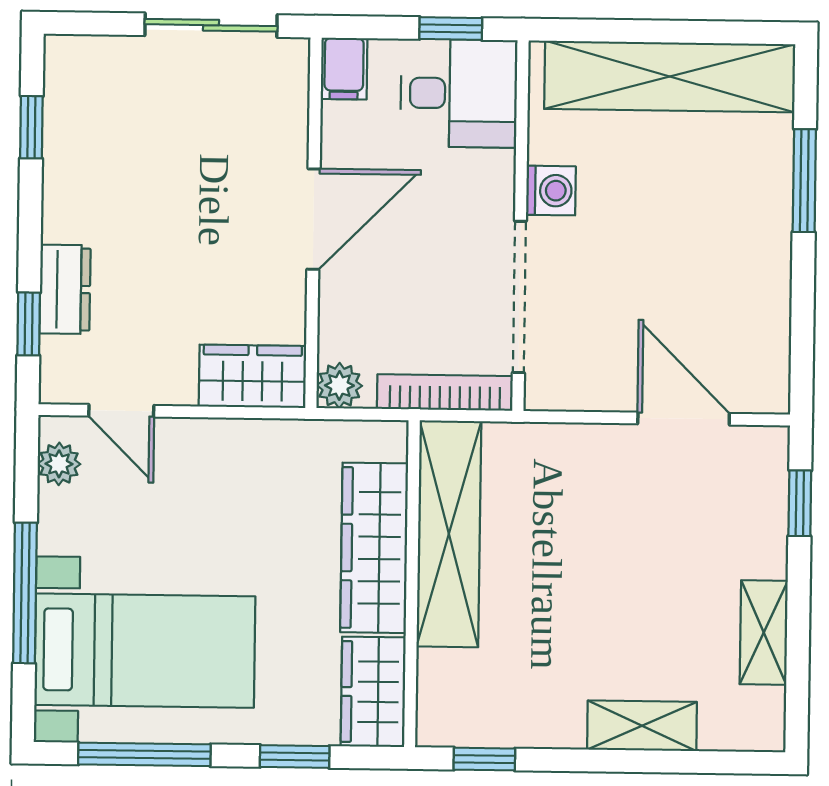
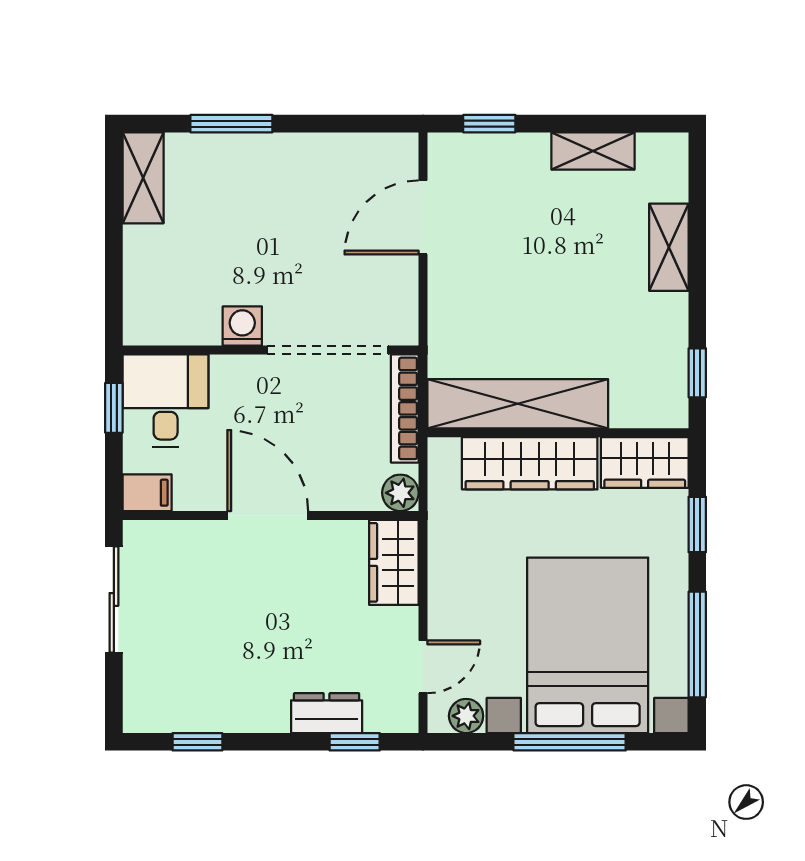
shelving: (670, 77) -> (143, 178), width x0.45, depth x0.75
bed with nightstands: (145, 651) -> (588, 645), width x1.36

